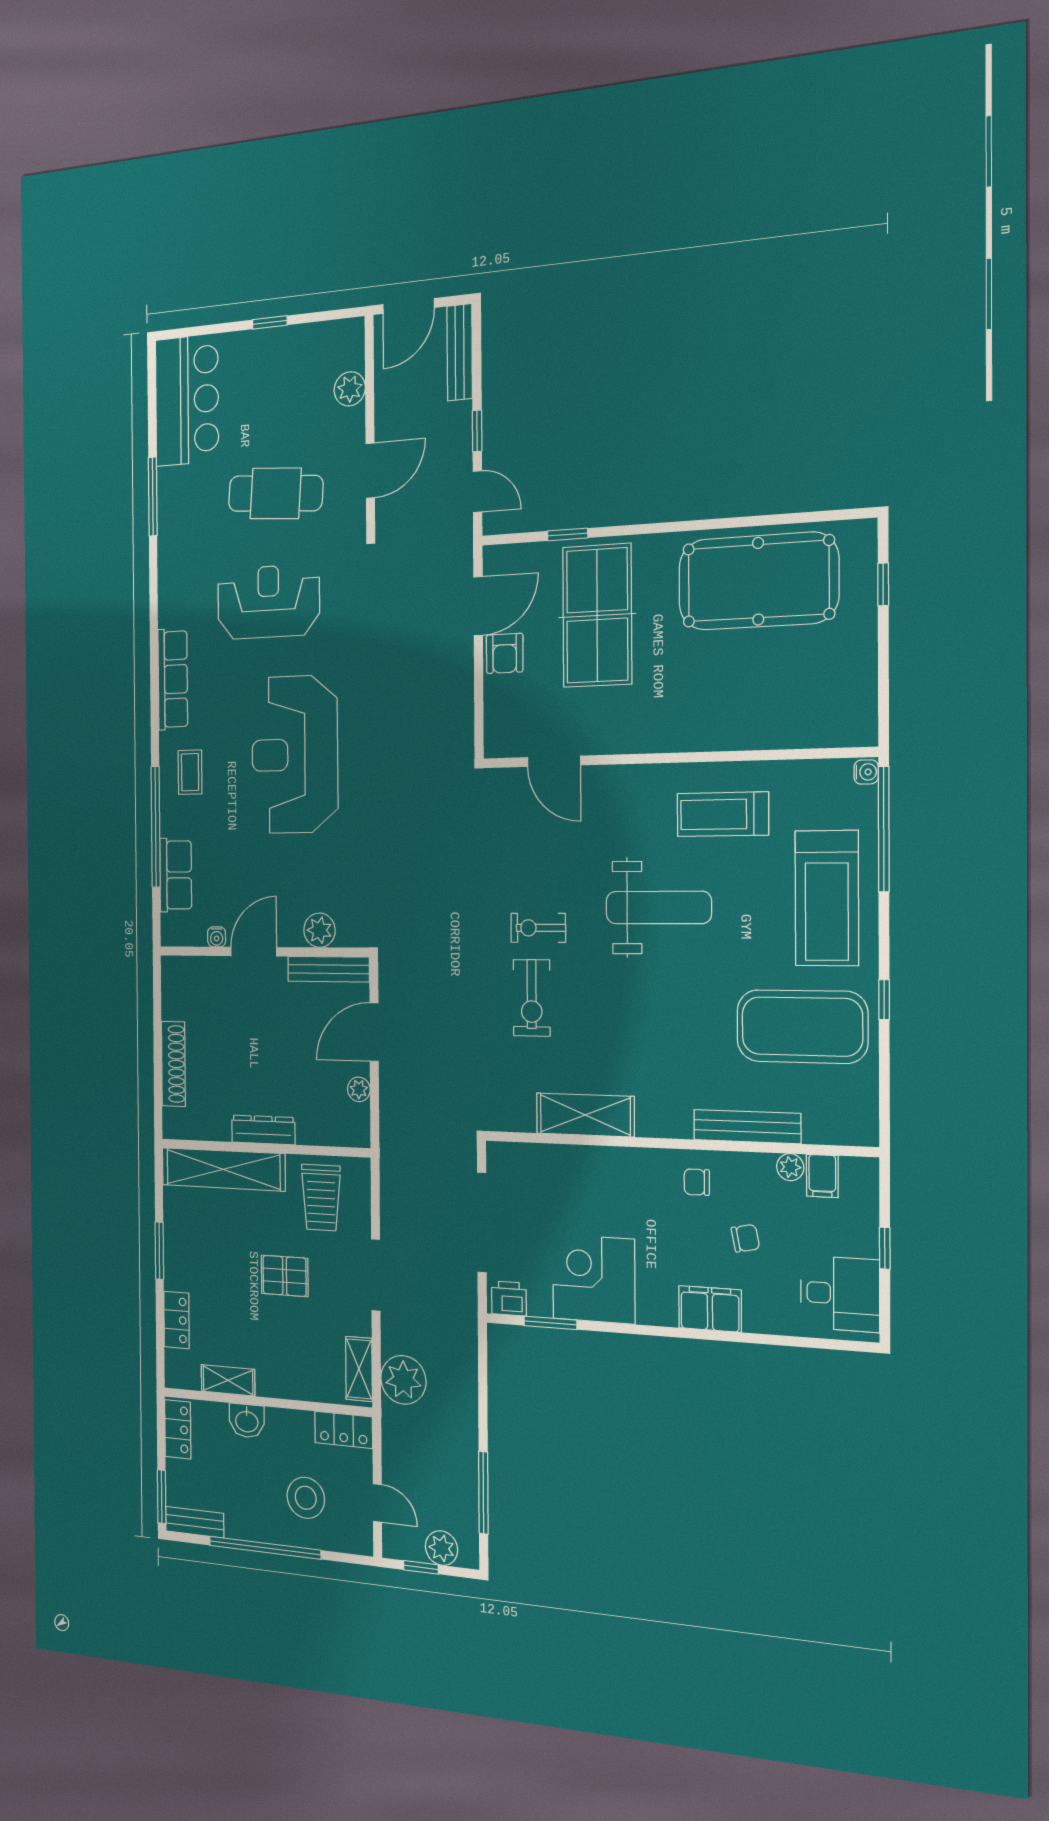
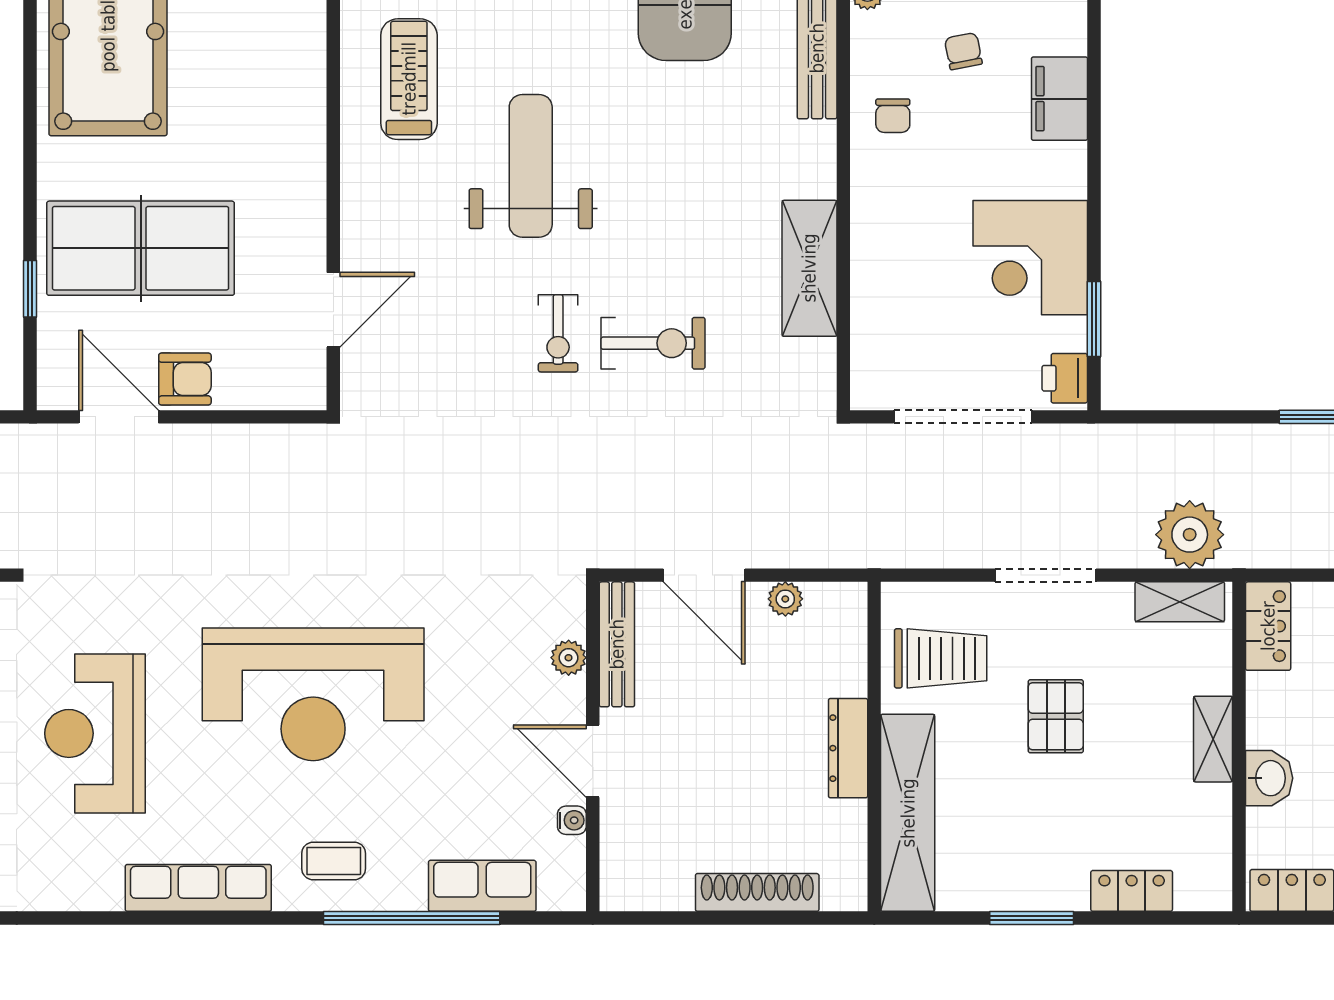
treadmill: (723, 814) -> (409, 79), turned 180
plant: (319, 930) -> (569, 658), width x0.73, depth x0.73
shelving: (228, 1380) -> (1213, 739), moved

